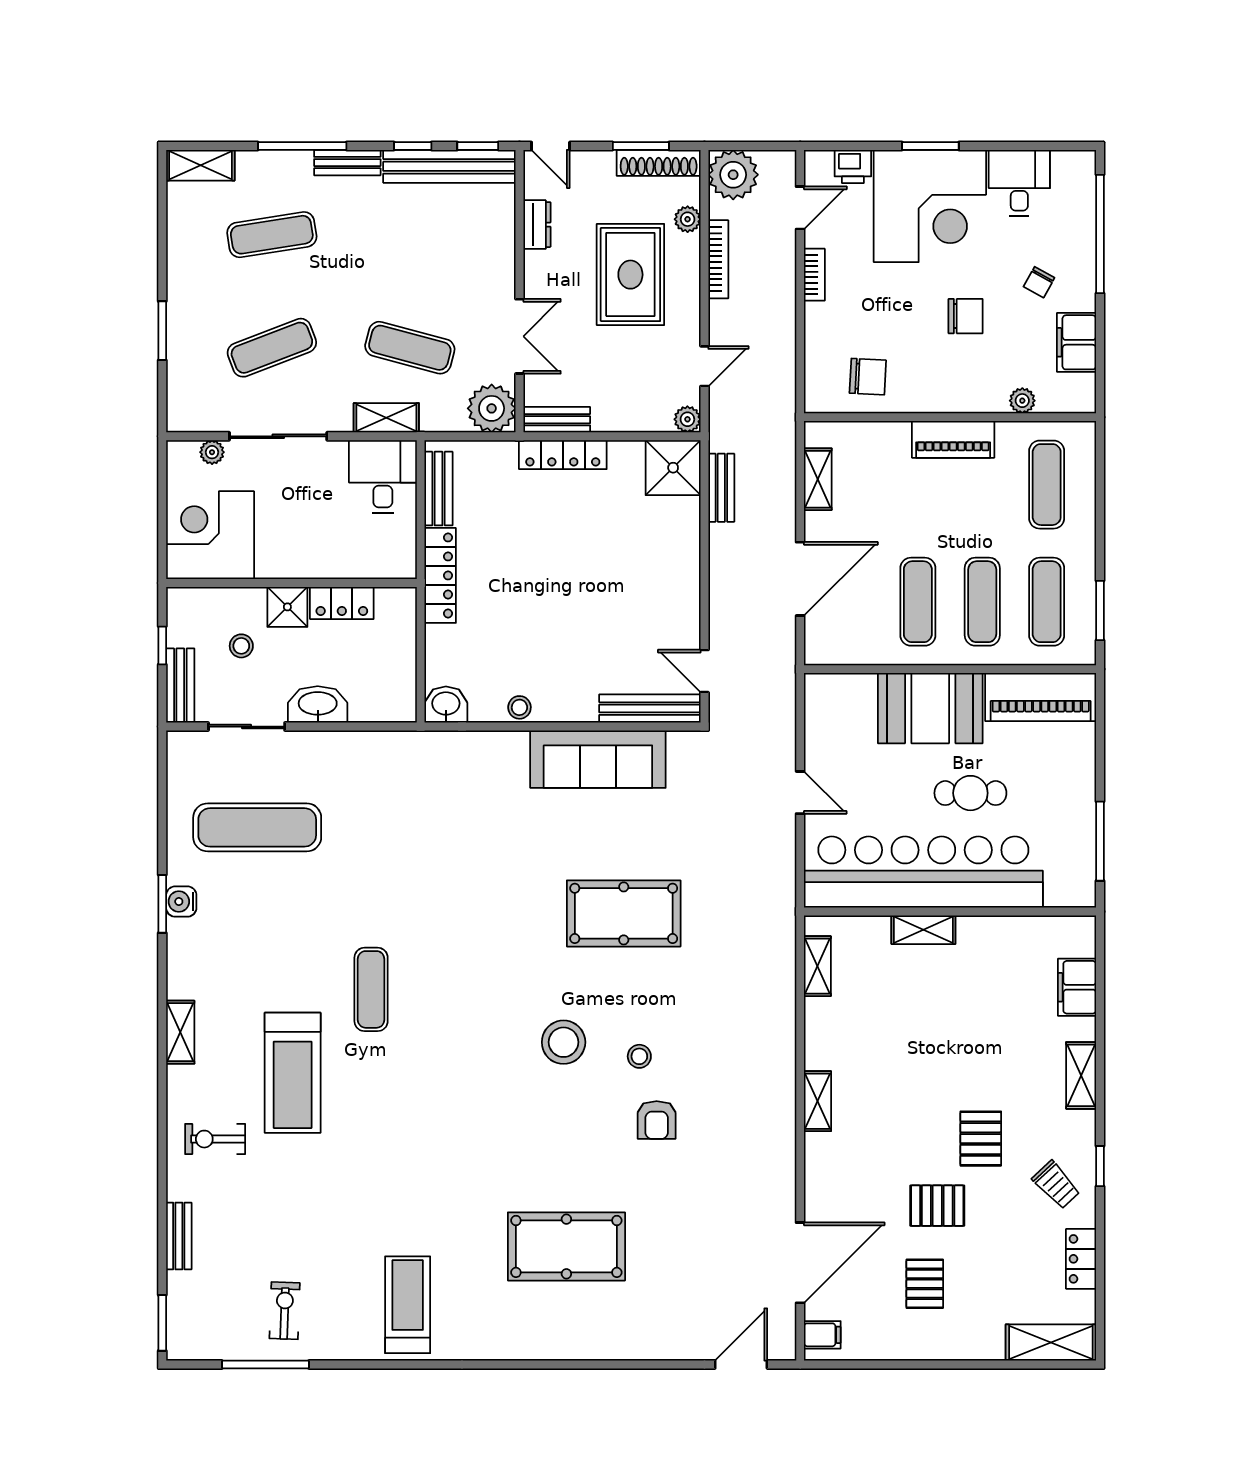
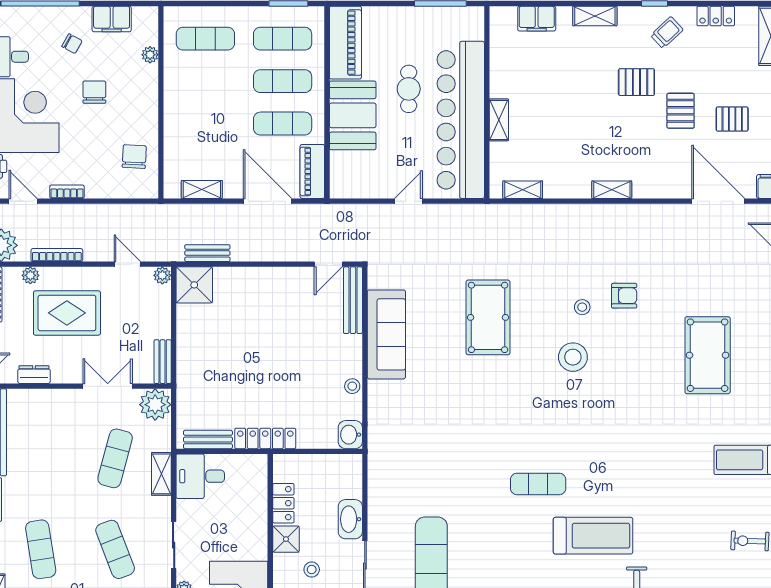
sliding door: (278, 436) -> (174, 545), width x0.73
piano: (953, 439) -> (312, 171), moved, turned 180
locker: (563, 455) -> (186, 358), removed

